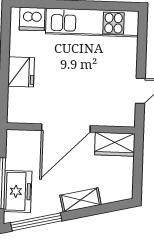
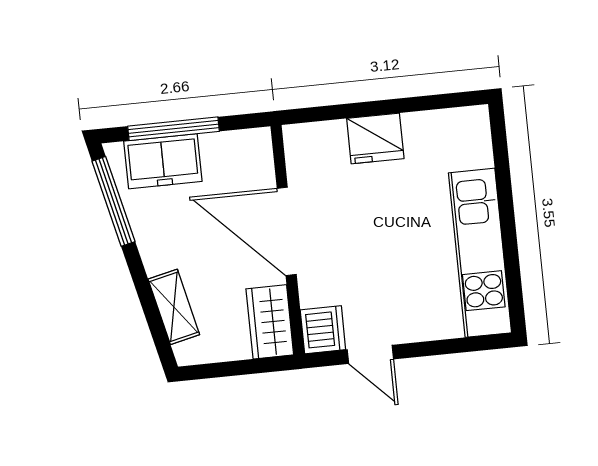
dishwasher: (32, 19) -> (323, 330), moved, turned 180
shelving: (81, 200) -> (174, 307), moved

